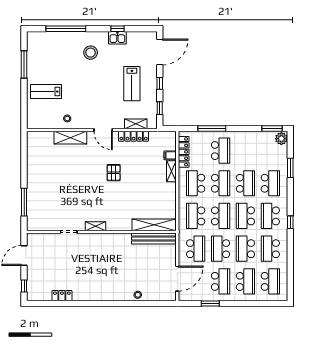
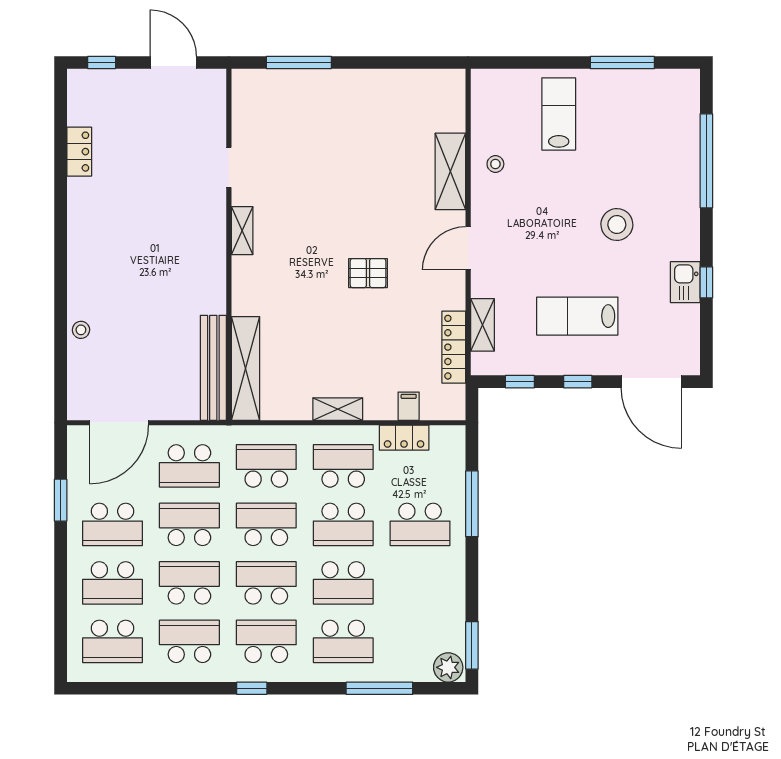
stool: (91, 53) -> (617, 225), moved
locker: (134, 136) -> (454, 347), moved
locker: (184, 152) -> (404, 438), width x0.66
window: (290, 168) -> (379, 688), width x1.44
shelving: (171, 171) -> (338, 409), moved
school desk: (221, 216) -> (266, 524), turned 180
door: (177, 279) -> (119, 423), hinge flipped

